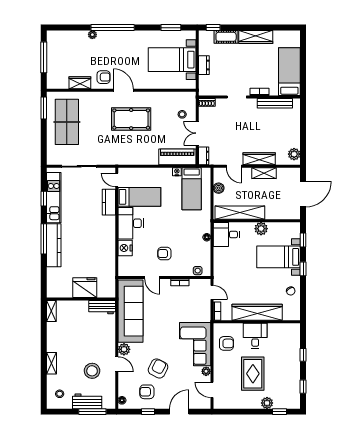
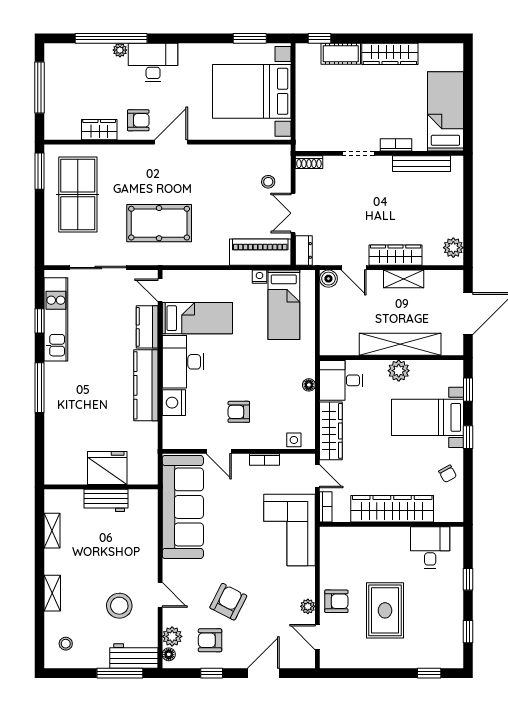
window: (113, 28) -> (111, 38), moved
desk: (112, 42) -> (153, 62), added
bed with nightstands: (172, 60) -> (252, 91), width x1.36
dresser: (204, 65) -> (304, 100), removed
door: (123, 90) -> (171, 142), hinge flipped
pool table: (131, 119) -> (159, 223), moved
boiler: (219, 188) -> (328, 279), moved
shelving: (240, 213) -> (400, 344), moved
kitchen counter: (54, 245) -> (146, 385), moved, turned 180
wardrobe: (220, 265) -> (331, 431), added
workbench: (102, 307) -> (106, 500), moved
shelving: (51, 311) -> (52, 531), moved
desk: (255, 336) -> (430, 548), moved
armchair: (226, 343) -> (336, 601), moved
corner sofa: (195, 344) -> (290, 530), moved
plant: (124, 349) -> (172, 636), moved
workbench: (87, 401) -> (134, 656), moved
plant: (267, 403) -> (409, 659), removed

